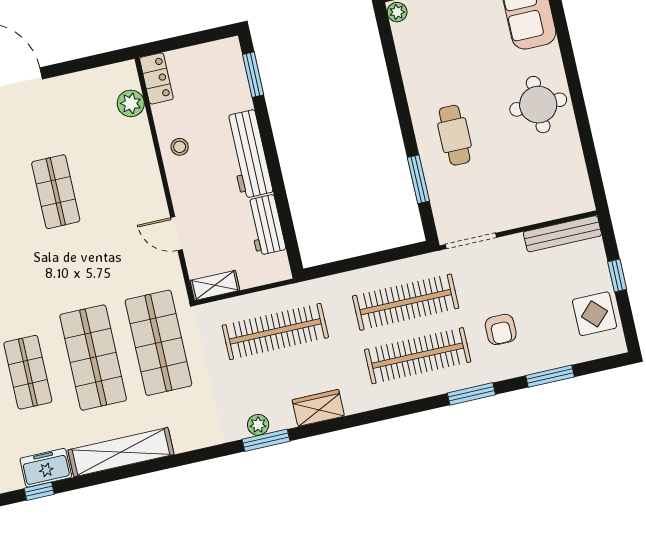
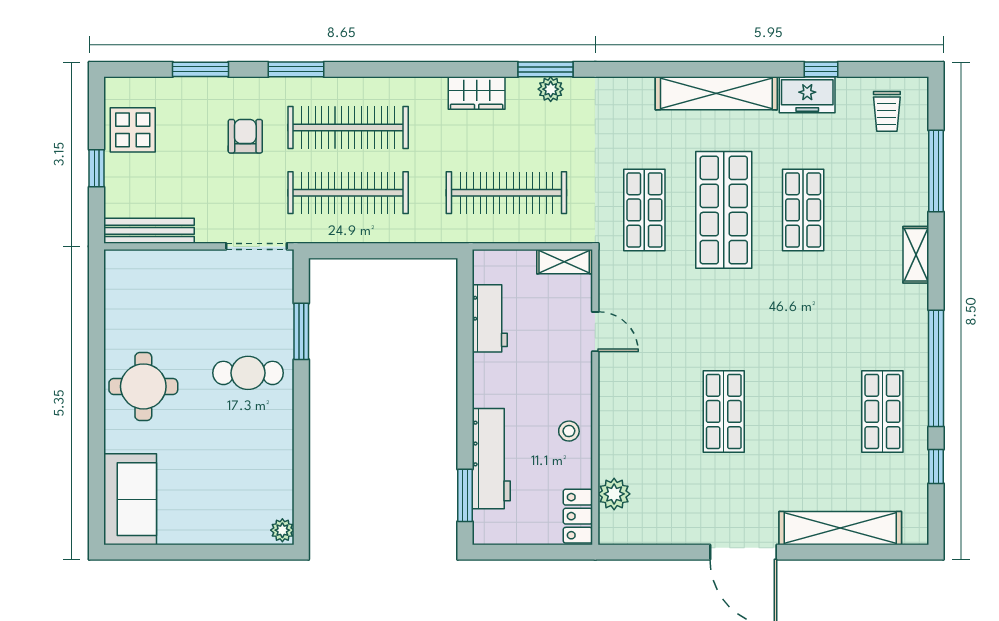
cafe table: (455, 135) -> (248, 373), turned 90
workbench: (248, 154) -> (491, 459), moved
shop shelf: (158, 343) -> (644, 210), width x0.70, depth x0.74

